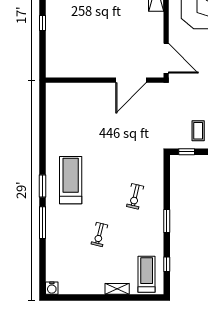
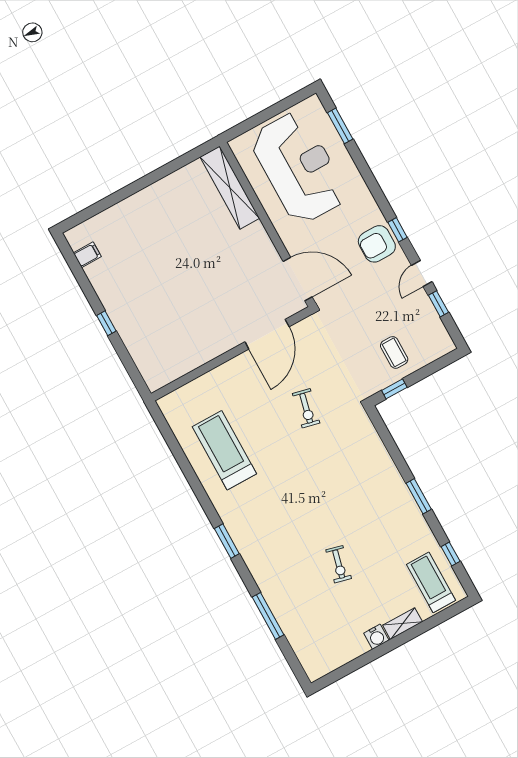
treadmill: (71, 180) -> (224, 450), moved
exercise bike: (135, 196) -> (306, 408), moved
window: (42, 223) -> (268, 616), moved
water cooler: (52, 288) -> (376, 637), moved

